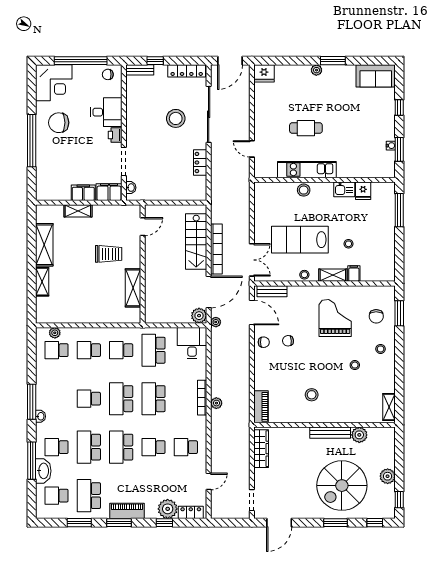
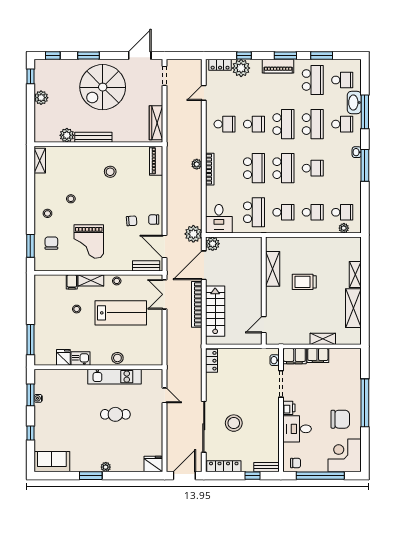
locker: (200, 162) -> (212, 361), moved
trolley: (109, 254) -> (304, 282), moved
plant: (216, 322) -> (193, 234), width x1.88, depth x1.88
spiral stairs: (342, 486) -> (103, 87), moved, turned 180

